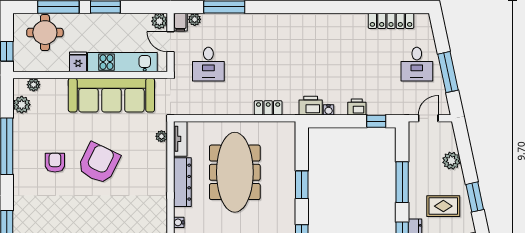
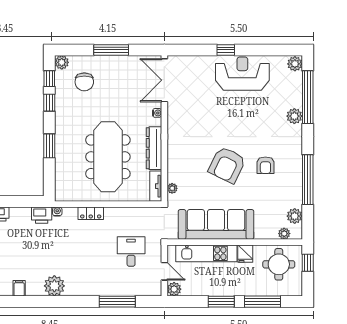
plant: (195, 19) -> (54, 286), moved, width x1.87, depth x1.87
filing cabinet: (180, 22) -> (19, 288), moved
round table: (45, 33) -> (279, 264), moved
locker: (268, 108) -> (91, 213), moved
water cooler: (329, 110) -> (57, 211), moved
plant: (22, 219) -> (294, 116), added

